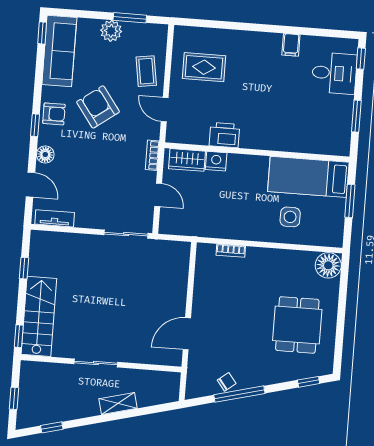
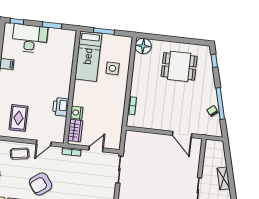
desk: (334, 73) -> (30, 38), width x1.37

